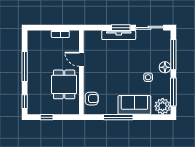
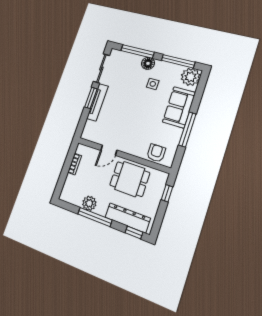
plant: (33, 58) -> (89, 203), added
dresser: (34, 93) -> (128, 218), added
window: (47, 117) -> (167, 193), moved

